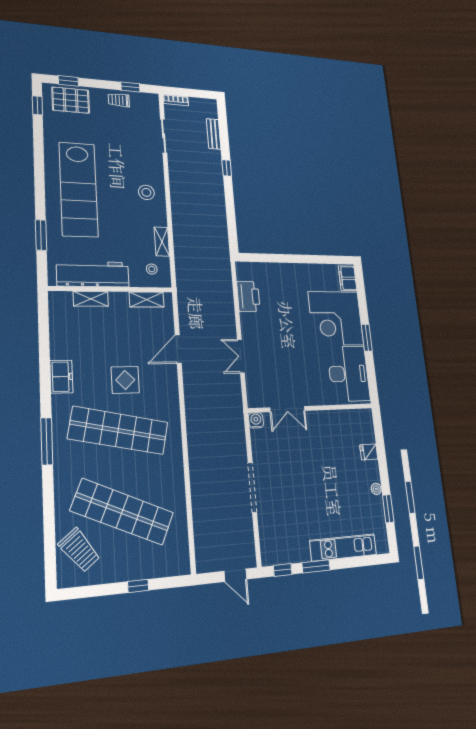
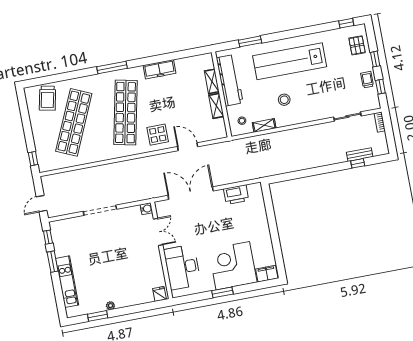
window: (68, 81) -> (375, 59), moved
pallet: (71, 100) -> (357, 45), width x0.67, depth x0.71
window: (227, 168) -> (358, 163), moved
stool: (146, 192) -> (284, 100), moved
shelving: (147, 300) -> (216, 106), moved
double door: (241, 356) -> (191, 193), width x1.87
desk: (349, 374) -> (182, 267), moved, turned 90
freezer: (61, 377) -> (160, 69), width x1.40
display table: (125, 380) -> (158, 135), moved
double door: (287, 409) -> (158, 232), swing flipped
fridge: (369, 452) -> (160, 294), moved
trolley: (79, 550) -> (47, 98), turned -40
window: (138, 586) -> (33, 159), moved

